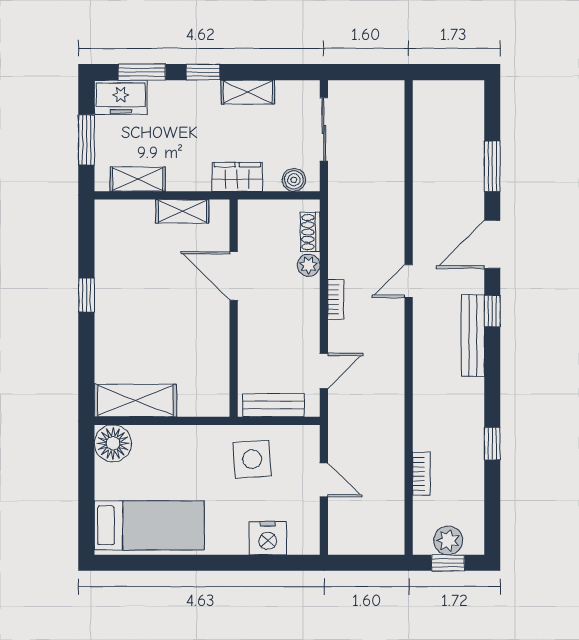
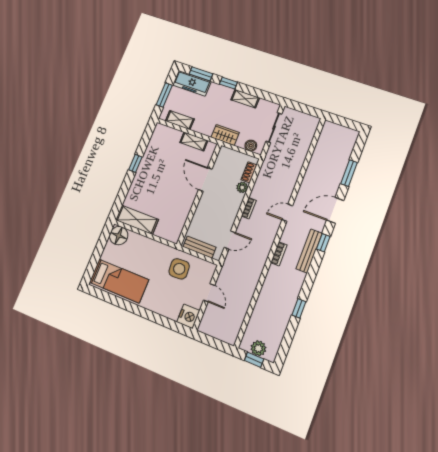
freezer: (121, 97) -> (192, 83), width x1.40
bookcase: (421, 474) -> (279, 254), moved
nightstand: (268, 538) -> (188, 316), moved, turned -90

